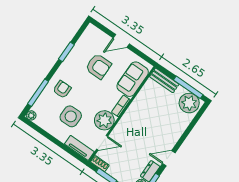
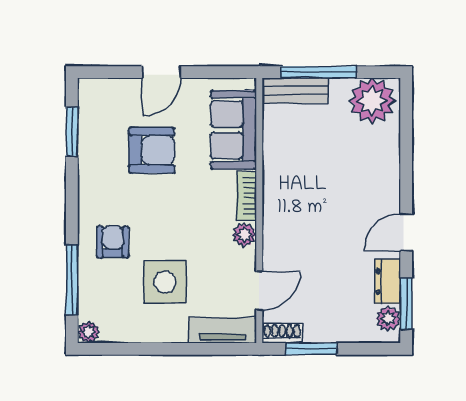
window: (66, 52) -> (72, 132), moved
window: (188, 87) -> (319, 72), moved
plant: (104, 120) -> (244, 235), width x0.53, depth x0.53

